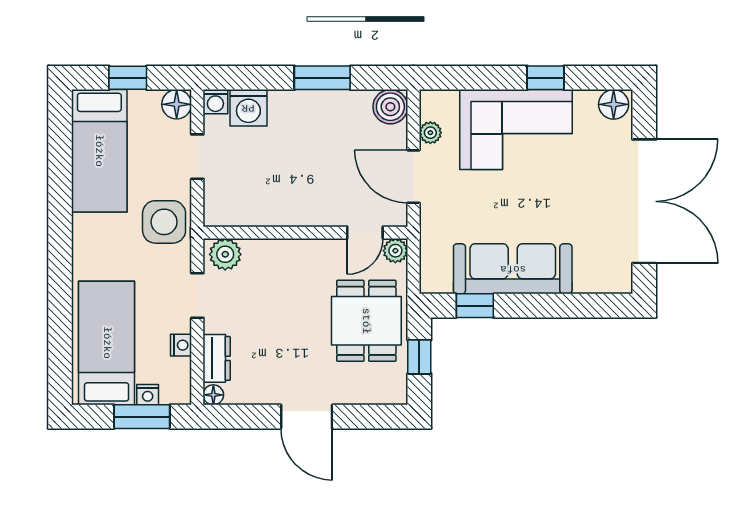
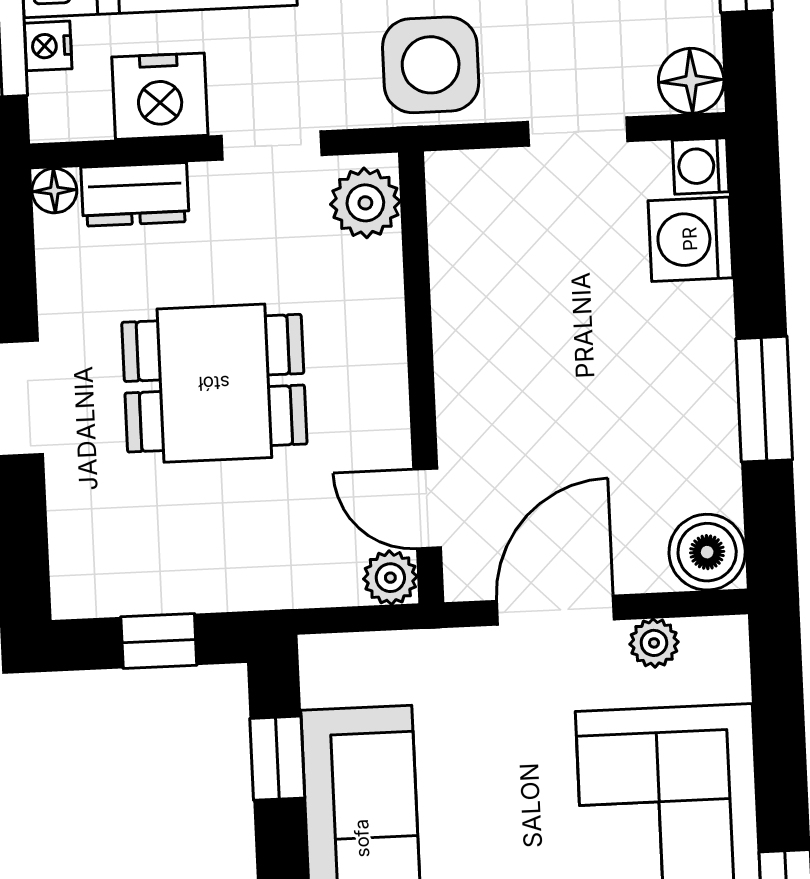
dining table: (366, 321) -> (214, 383), moved
nightstand: (181, 345) -> (160, 96), width x1.89, depth x1.79

